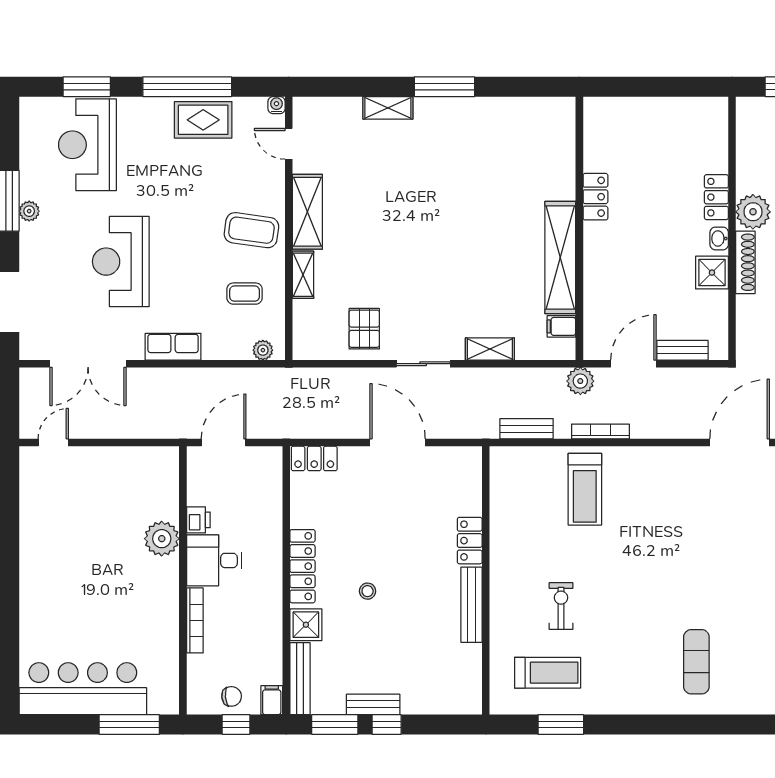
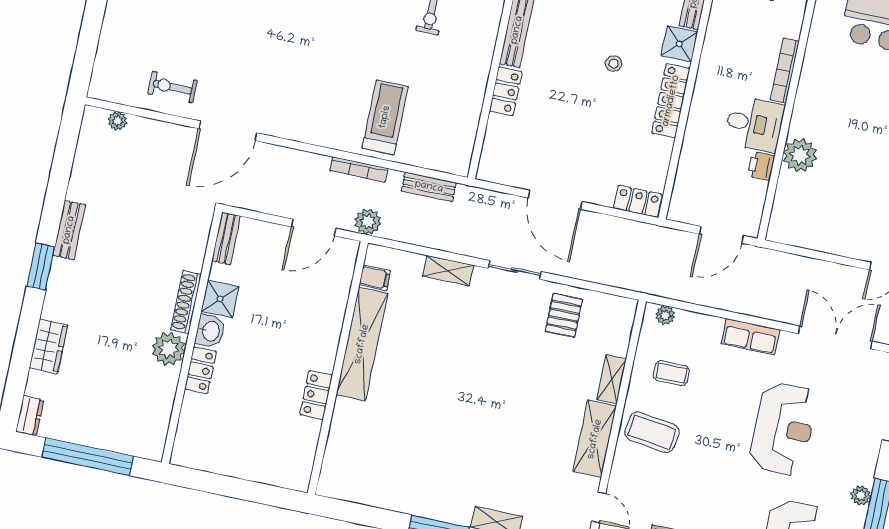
washbasin: (719, 238) -> (210, 331), width x1.38, depth x1.45
bench: (682, 350) -> (226, 238), moved, turned 90

